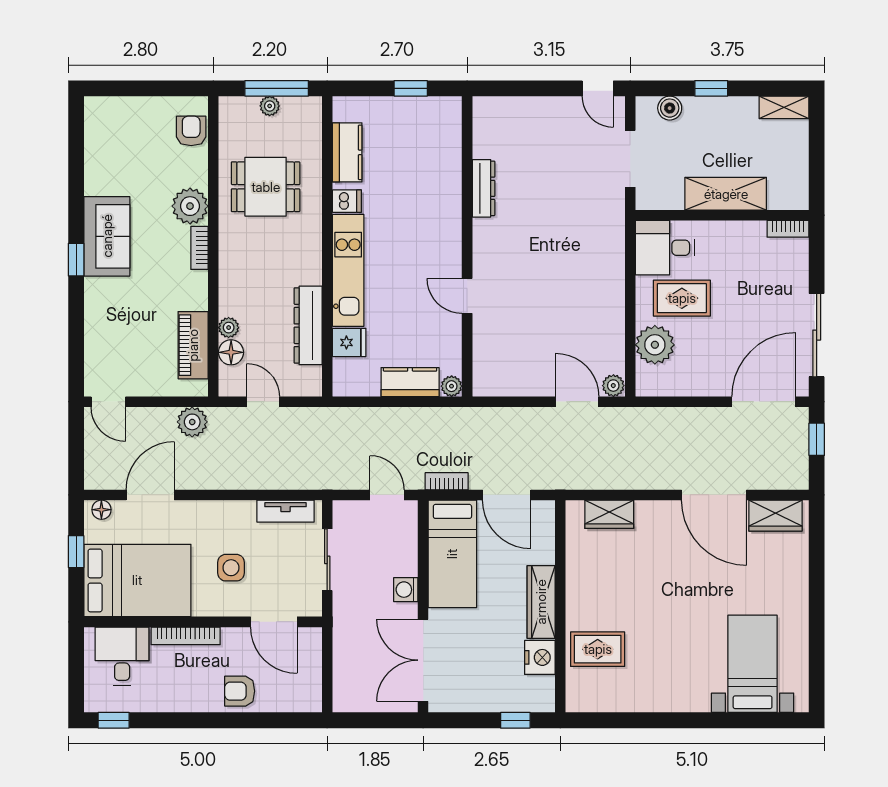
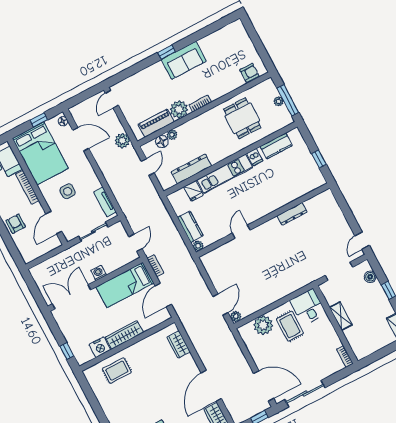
shelving: (726, 194) -> (341, 316), width x0.67, depth x0.75
plant: (190, 206) -> (179, 109), moved
rug: (598, 649) -> (117, 371), turned 90

